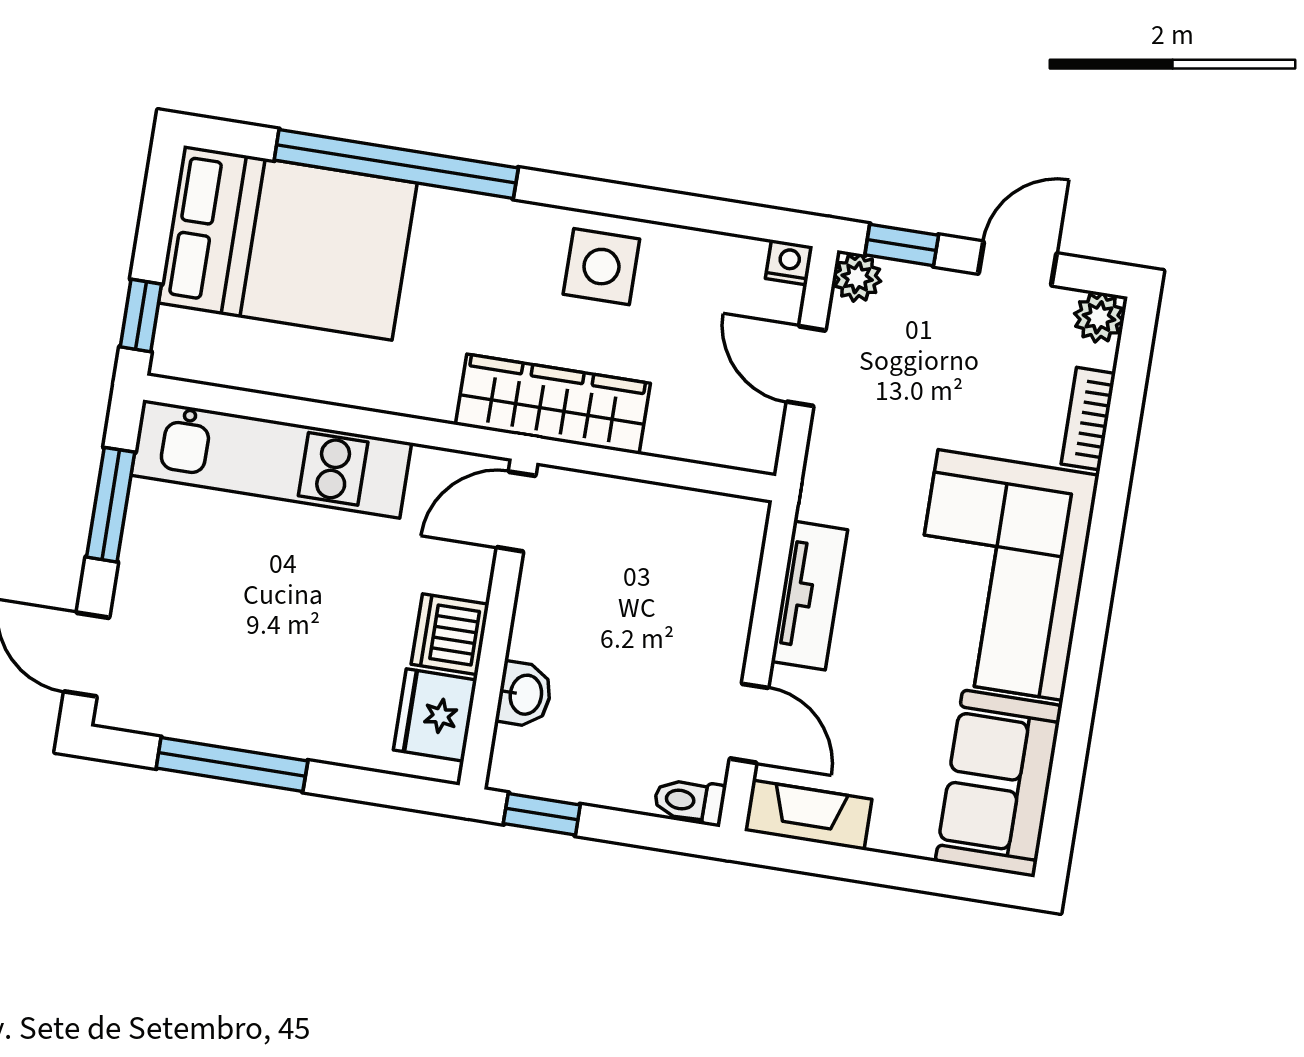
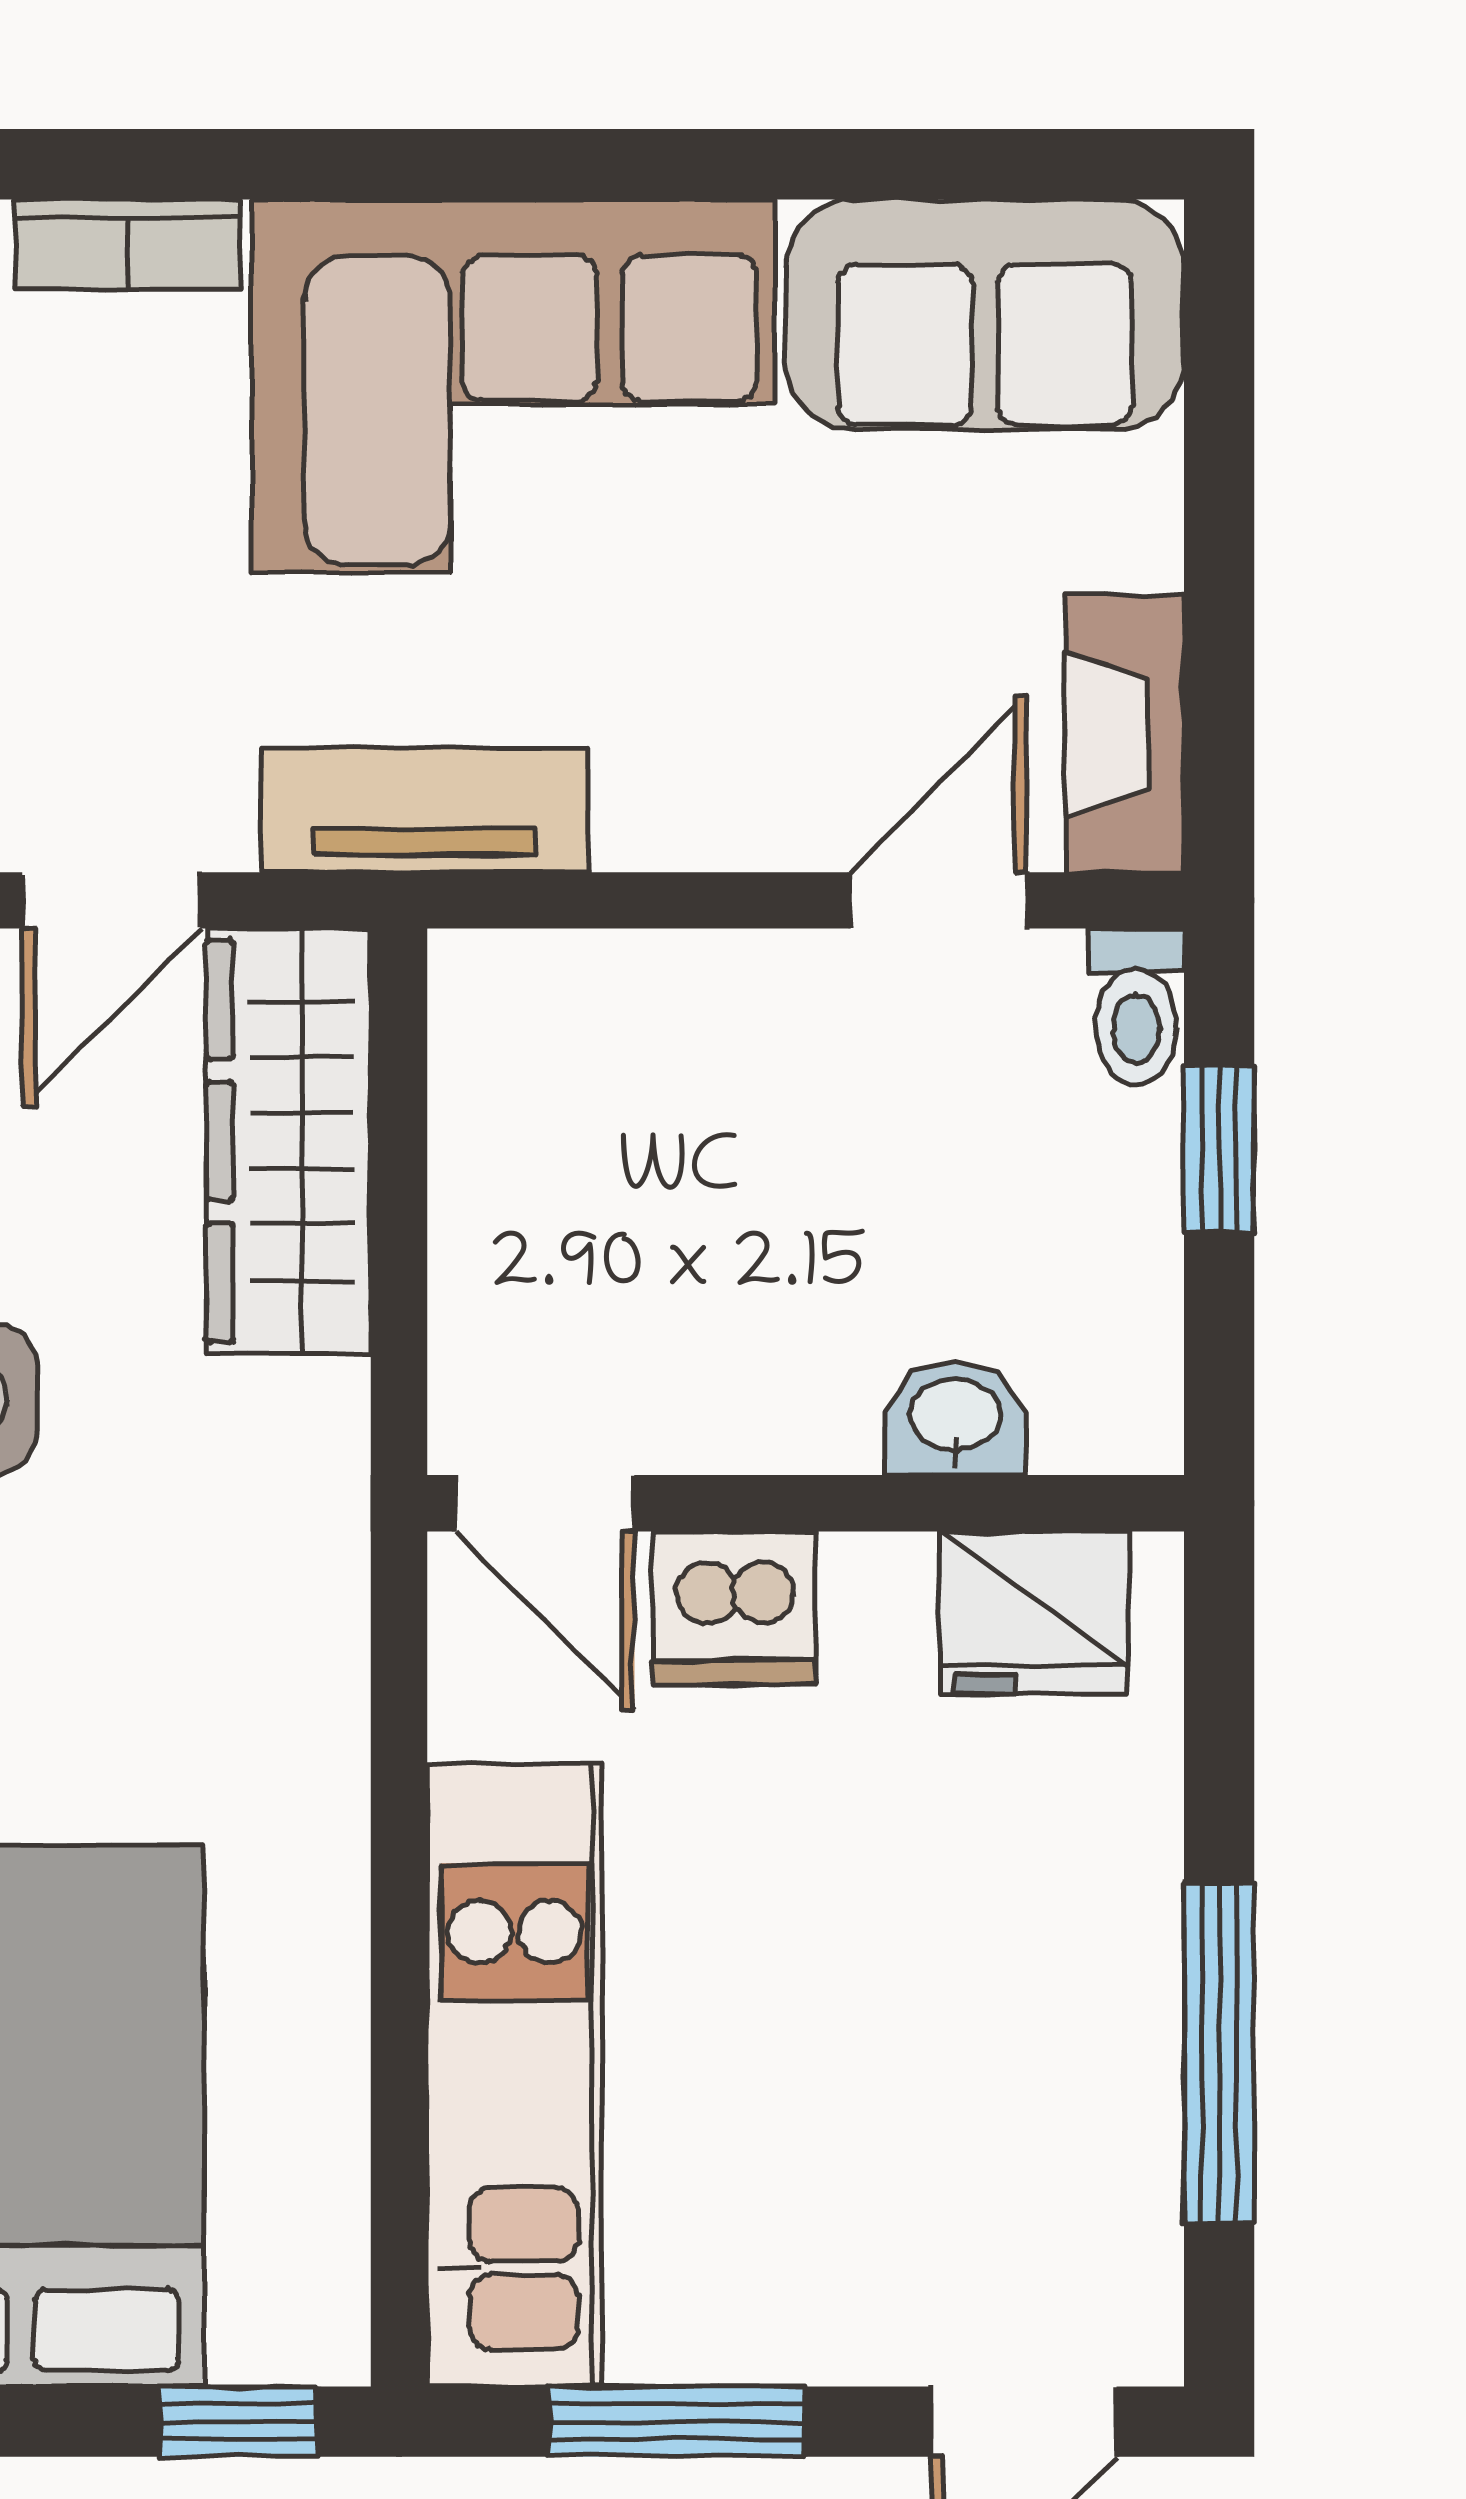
wardrobe: (553, 404) -> (289, 1141), moved
tv unit: (809, 596) -> (425, 810), moved
dishwasher: (450, 634) -> (734, 1608), moved
window: (542, 814) -> (1219, 1148), moved

